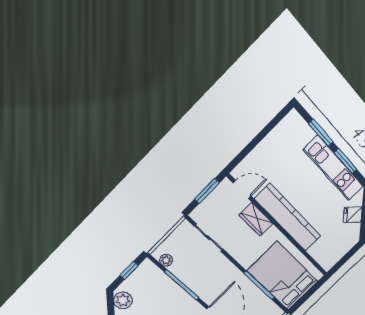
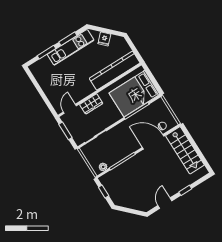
kitchen counter: (288, 218) -> (115, 71), moved
plant: (123, 300) -> (122, 201), removed

